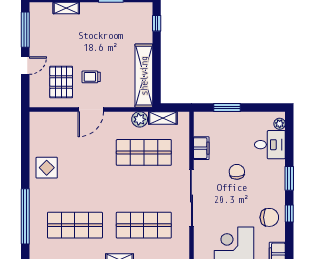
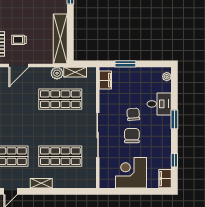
desk: (270, 145) -> (159, 104), moved
filing cabinet: (201, 148) -> (105, 80), moved
window: (289, 214) -> (174, 160), moved
chair: (269, 217) -> (132, 136), moved, turned -90

